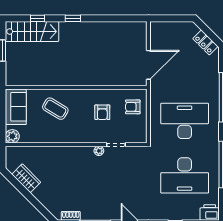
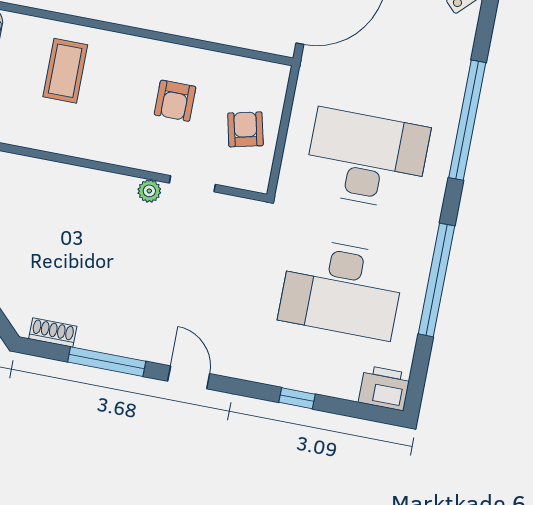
armchair: (133, 107) -> (245, 129), moved, turned 77
coffee table: (55, 109) -> (65, 71), turned 59

